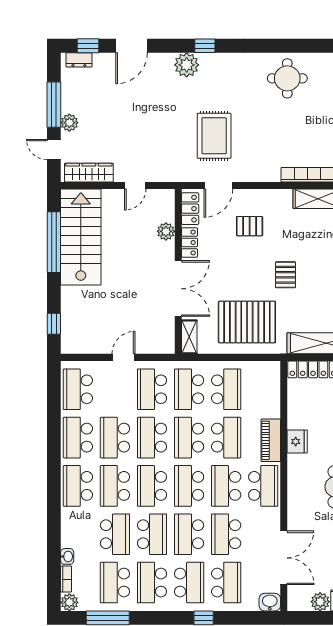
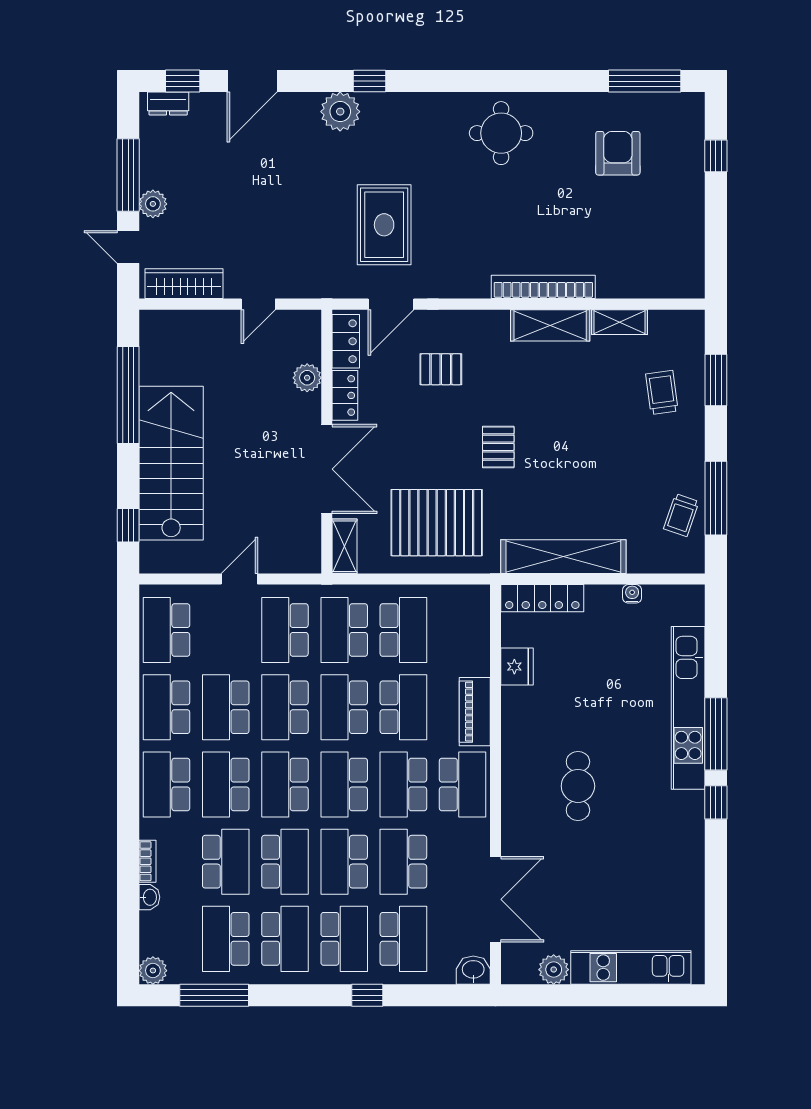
stairs: (81, 237) -> (171, 463), moved
fridge: (297, 441) -> (517, 667), moved
bookcase: (66, 579) -> (147, 861), moved
school desk: (152, 583) -> (285, 939), turned 180

